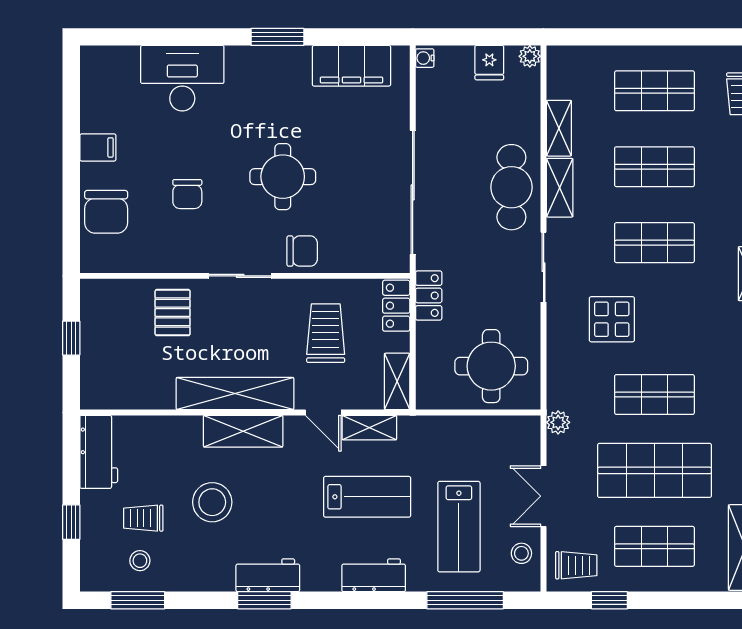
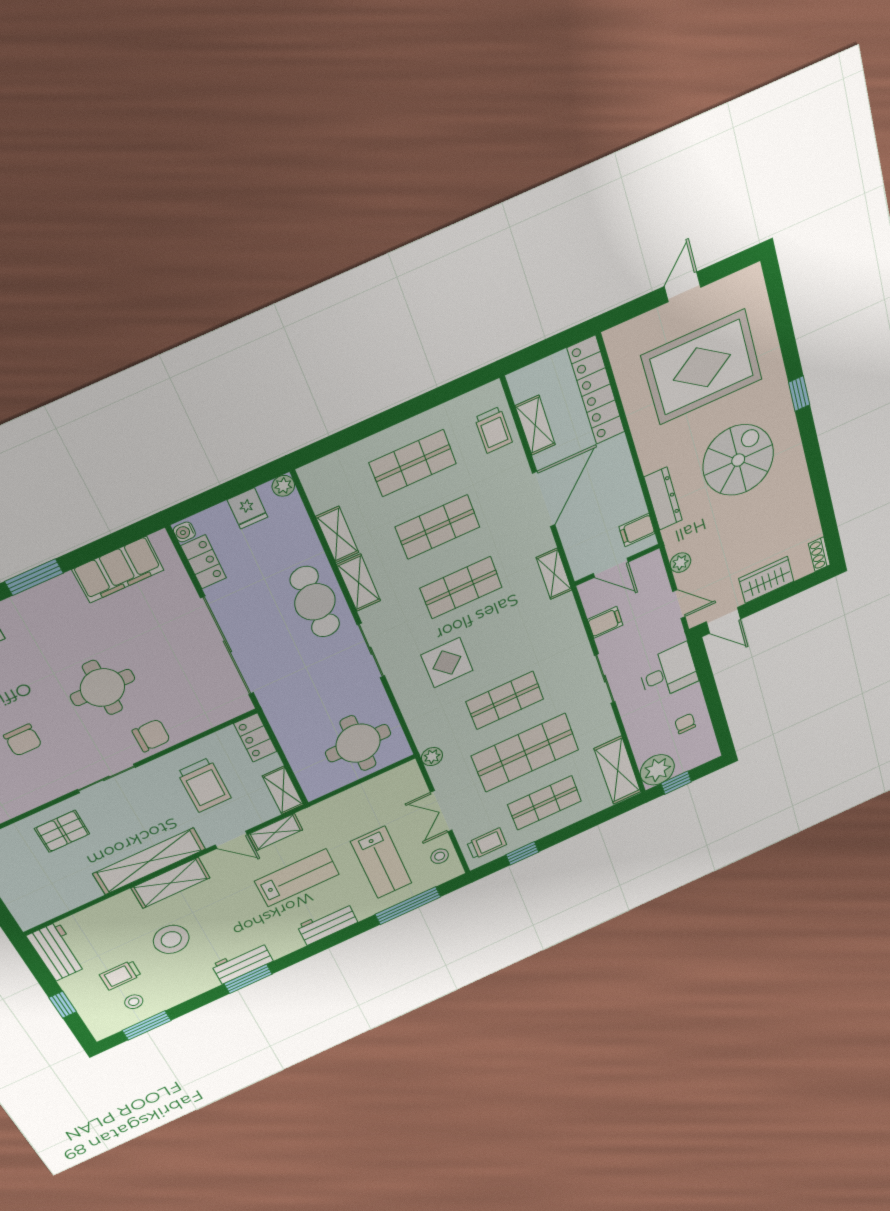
locker: (429, 296) -> (204, 562), moved
pallet: (173, 313) -> (62, 831), turned 90
trolley: (326, 333) -> (204, 785), turned 180

